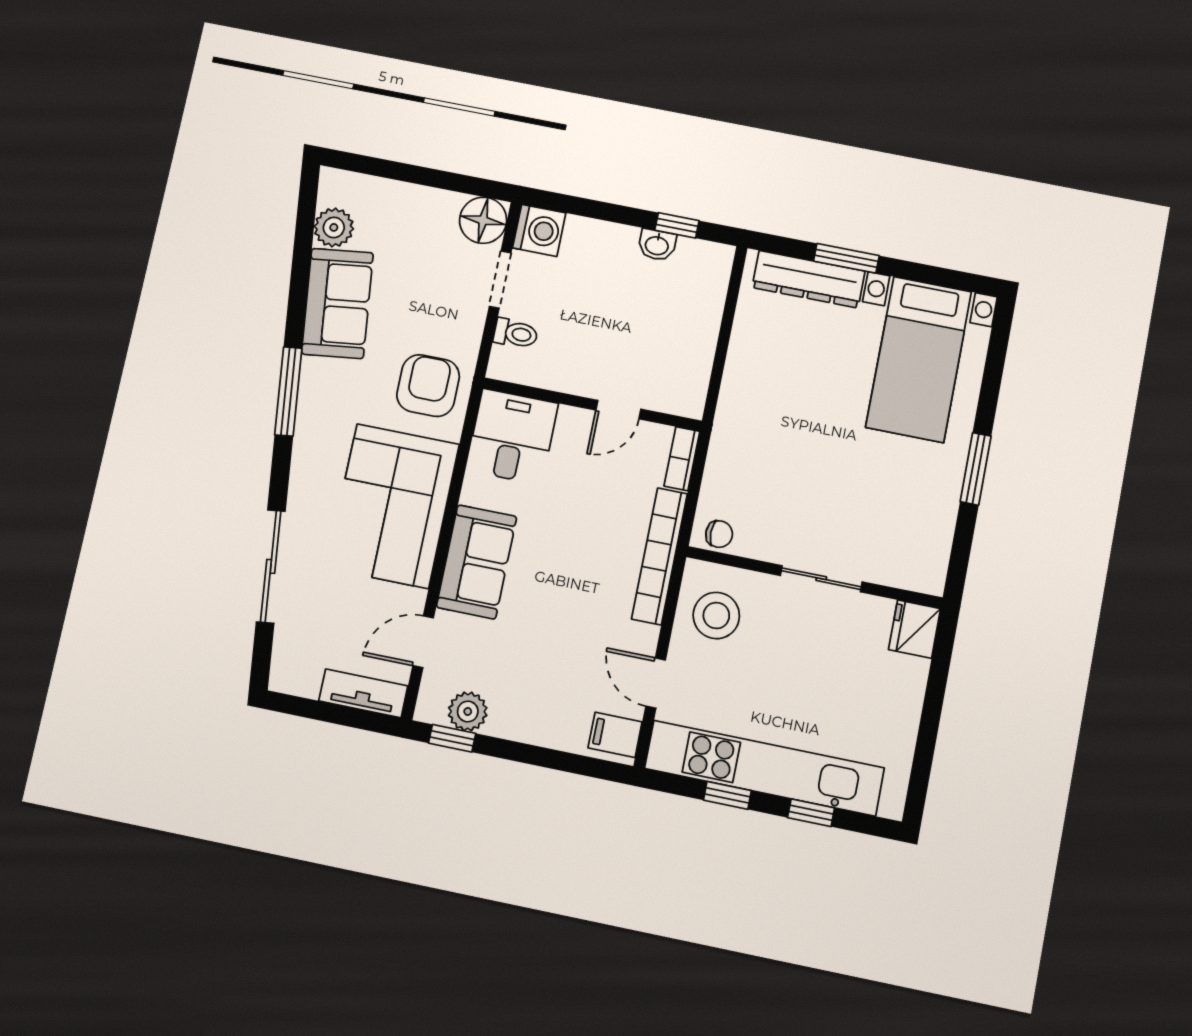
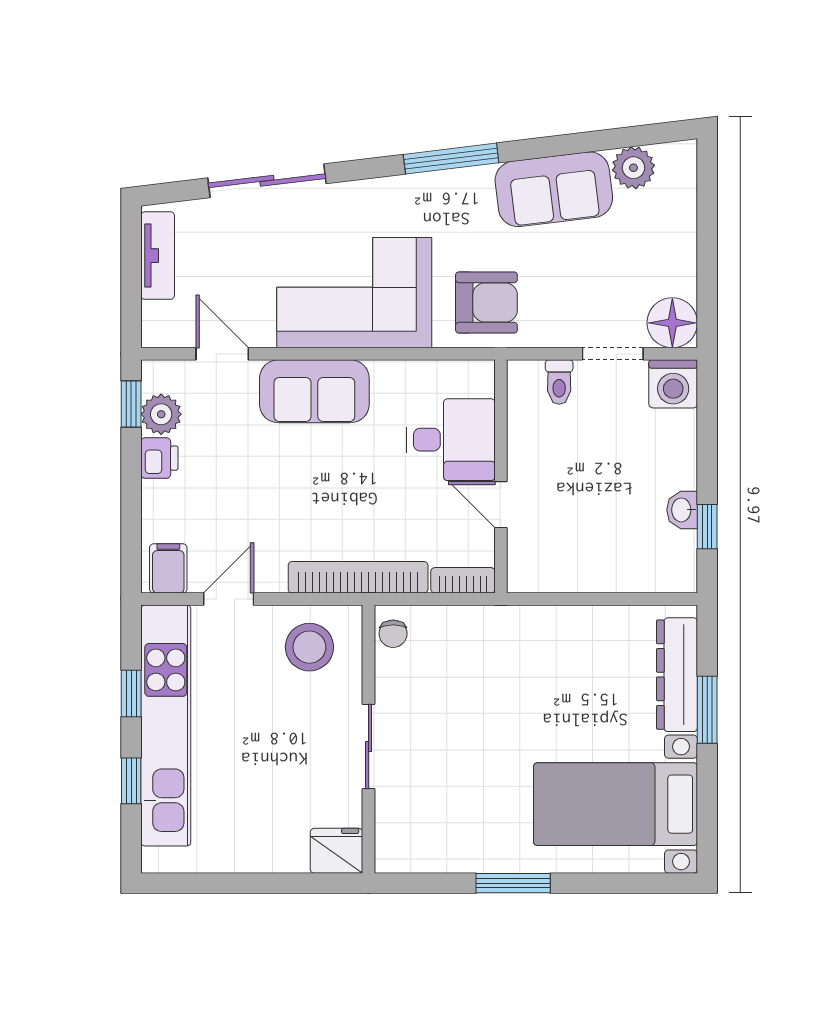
desk: (512, 437) -> (451, 440), moved
tv unit: (363, 693) -> (158, 256), moved
printer: (509, 722) -> (159, 458), added

